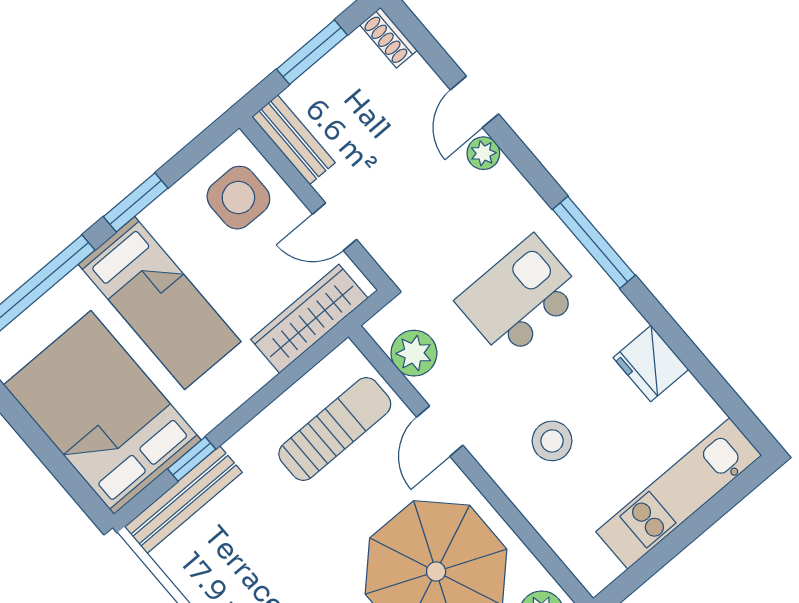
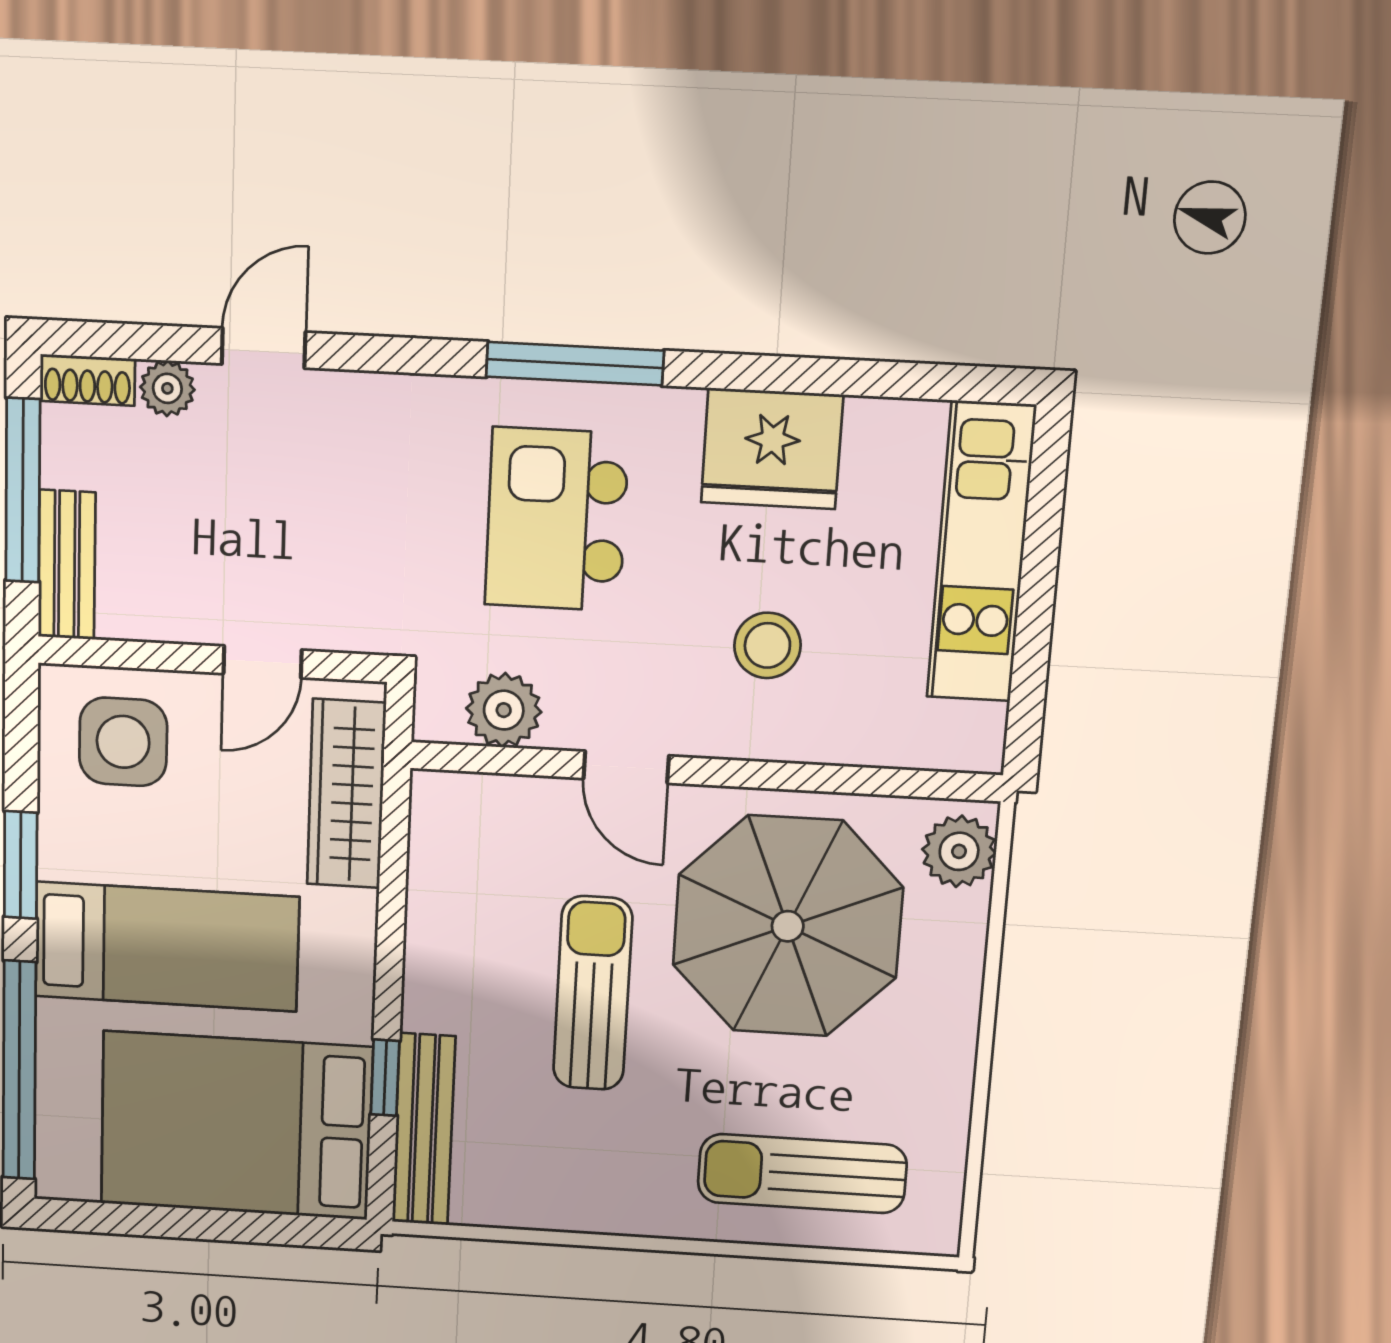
window: (312, 52) -> (23, 491), width x1.44
door: (474, 102) -> (264, 348), swing flipped
bench: (293, 140) -> (67, 565), moved, turned 90
plant: (483, 153) -> (167, 388), moved
fridge: (651, 363) -> (772, 449), width x1.36, depth x1.34
sun lounger: (335, 429) -> (593, 993), moved

